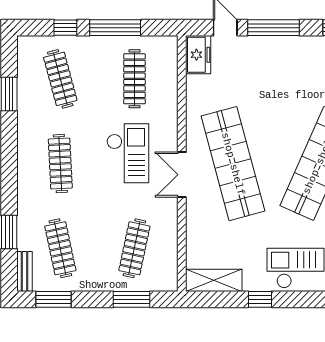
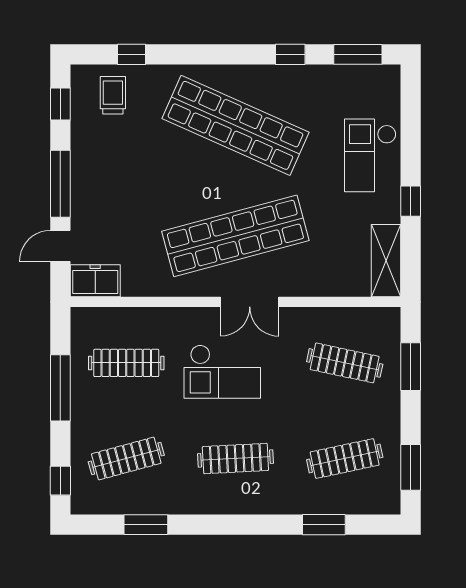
window: (65, 28) -> (60, 481), moved
checkout: (128, 153) -> (222, 372), turned 180
bench: (25, 271) -> (375, 505), removed

